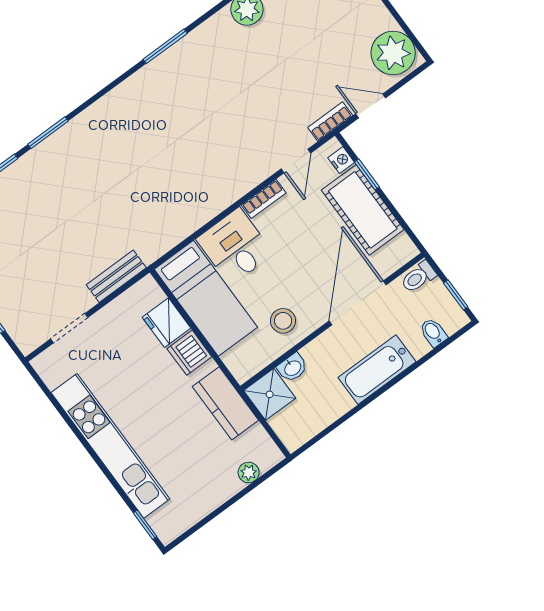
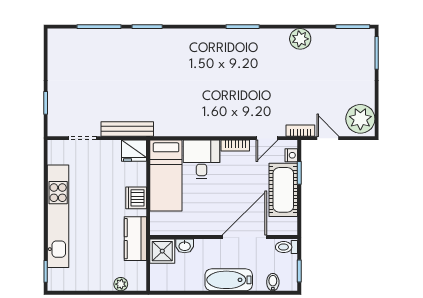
bench: (116, 276) -> (127, 129), width x1.36
stool: (283, 321) -> (198, 217), removed
fridge: (166, 323) -> (134, 151), moved, turned -90

